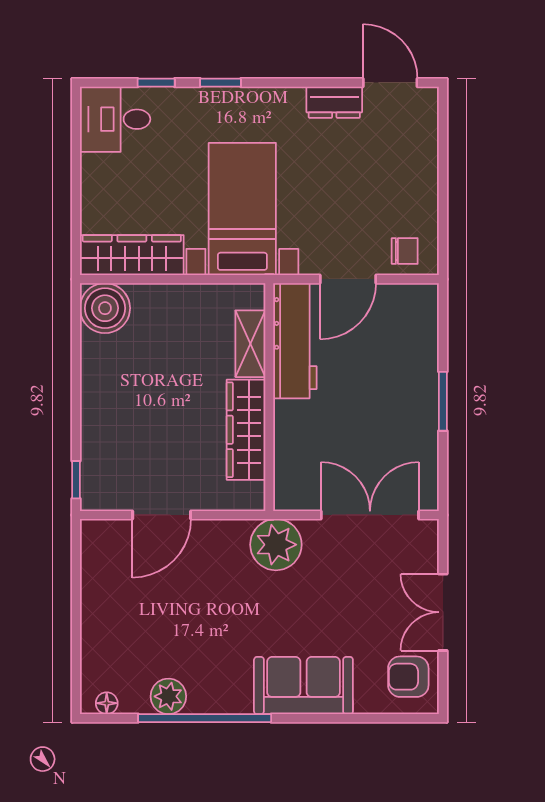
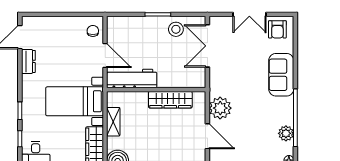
shelving: (250, 344) -> (113, 122), moved, turned 90
stool: (408, 443) -> (176, 29), added
plant: (276, 545) -> (220, 108), moved

